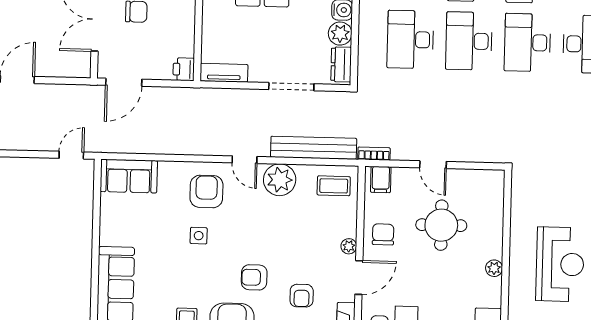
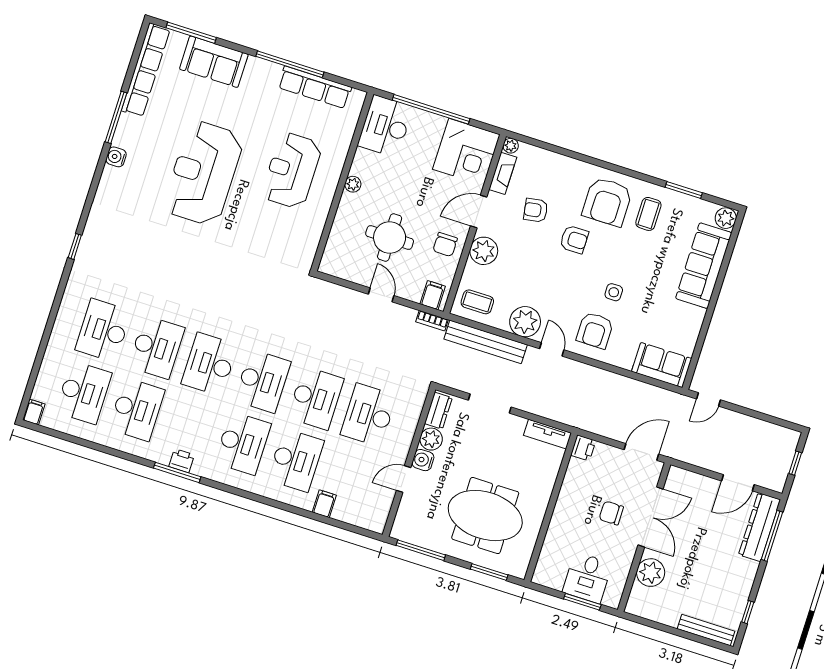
desk: (410, 40) -> (369, 415), turned 180
plant: (349, 246) -> (484, 251), width x1.88, depth x1.88
armchair: (302, 296) -> (536, 210), turned -99

